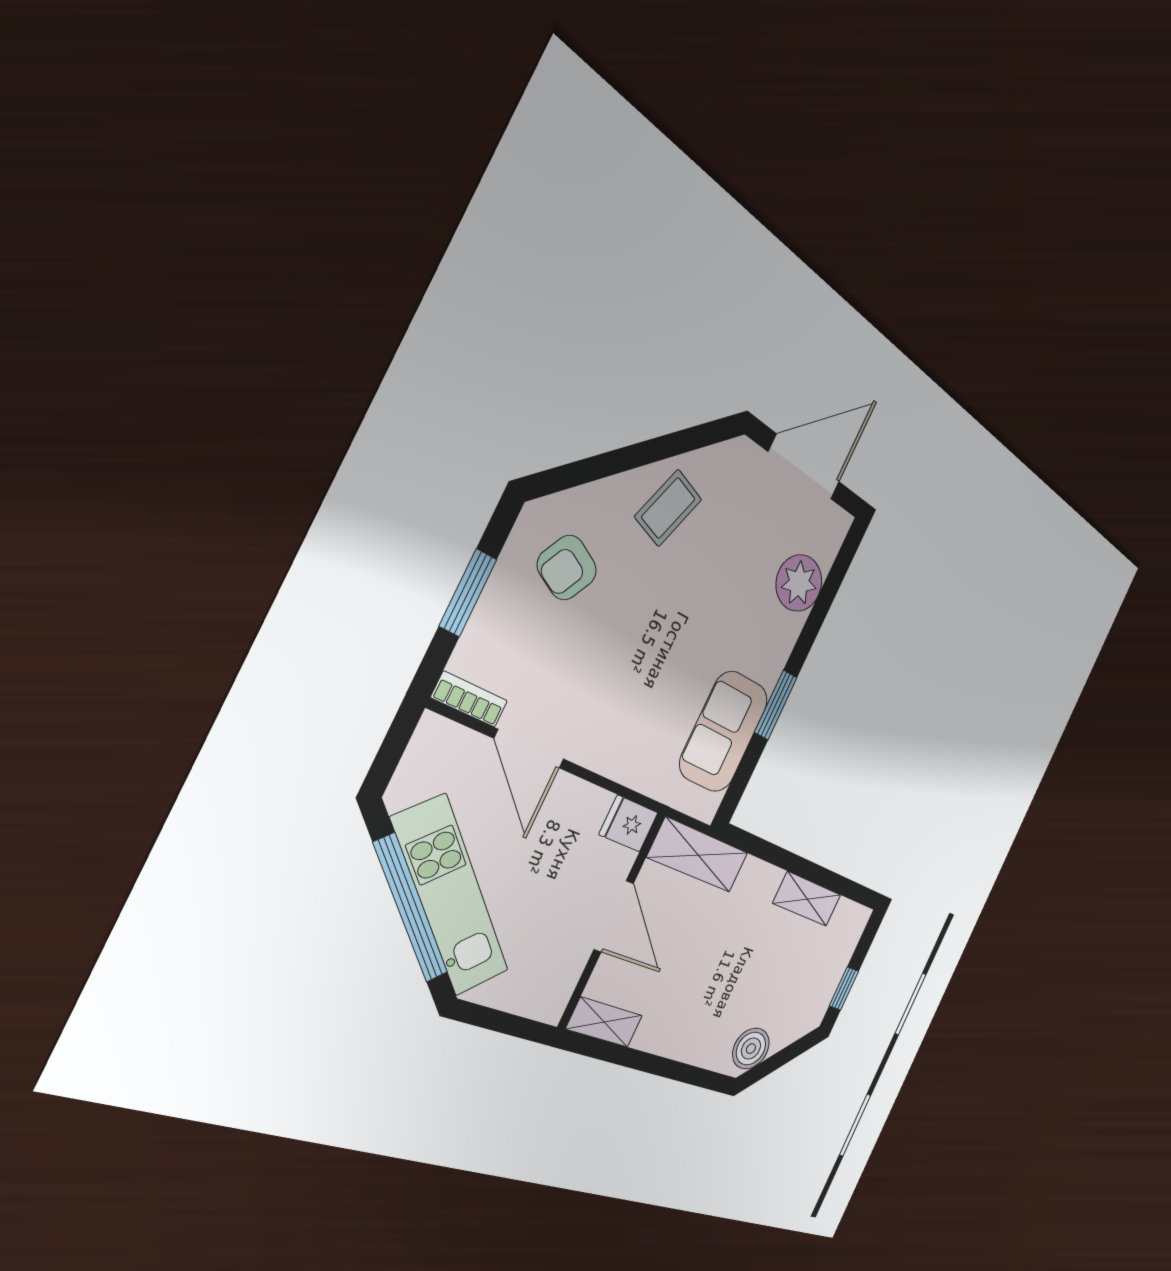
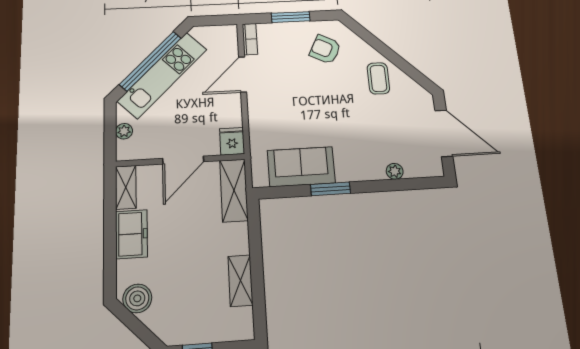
coffee table: (668, 508) -> (378, 78), turned 72
plant: (799, 583) -> (395, 171), width x0.53, depth x0.53
plant: (516, 999) -> (124, 131), added
freezer: (672, 1033) -> (131, 234), added

